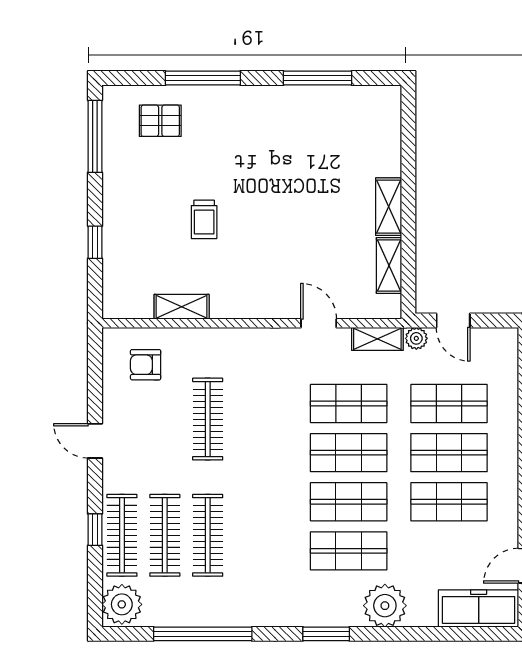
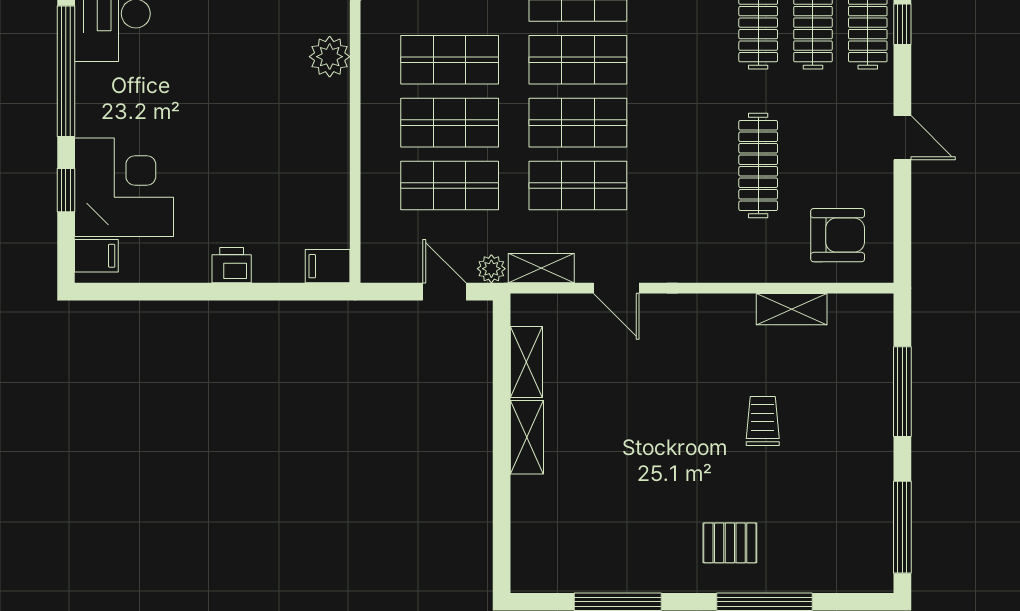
pallet: (160, 121) -> (730, 543), moved
window: (95, 242) -> (902, 392), width x2.17
armchair: (146, 365) -> (838, 235), width x1.38, depth x1.38

